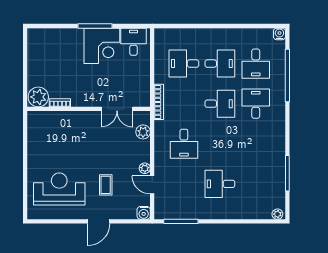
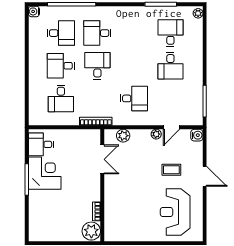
desk: (220, 64) -> (61, 66), turned -90
desk: (256, 184) -> (170, 33), added

